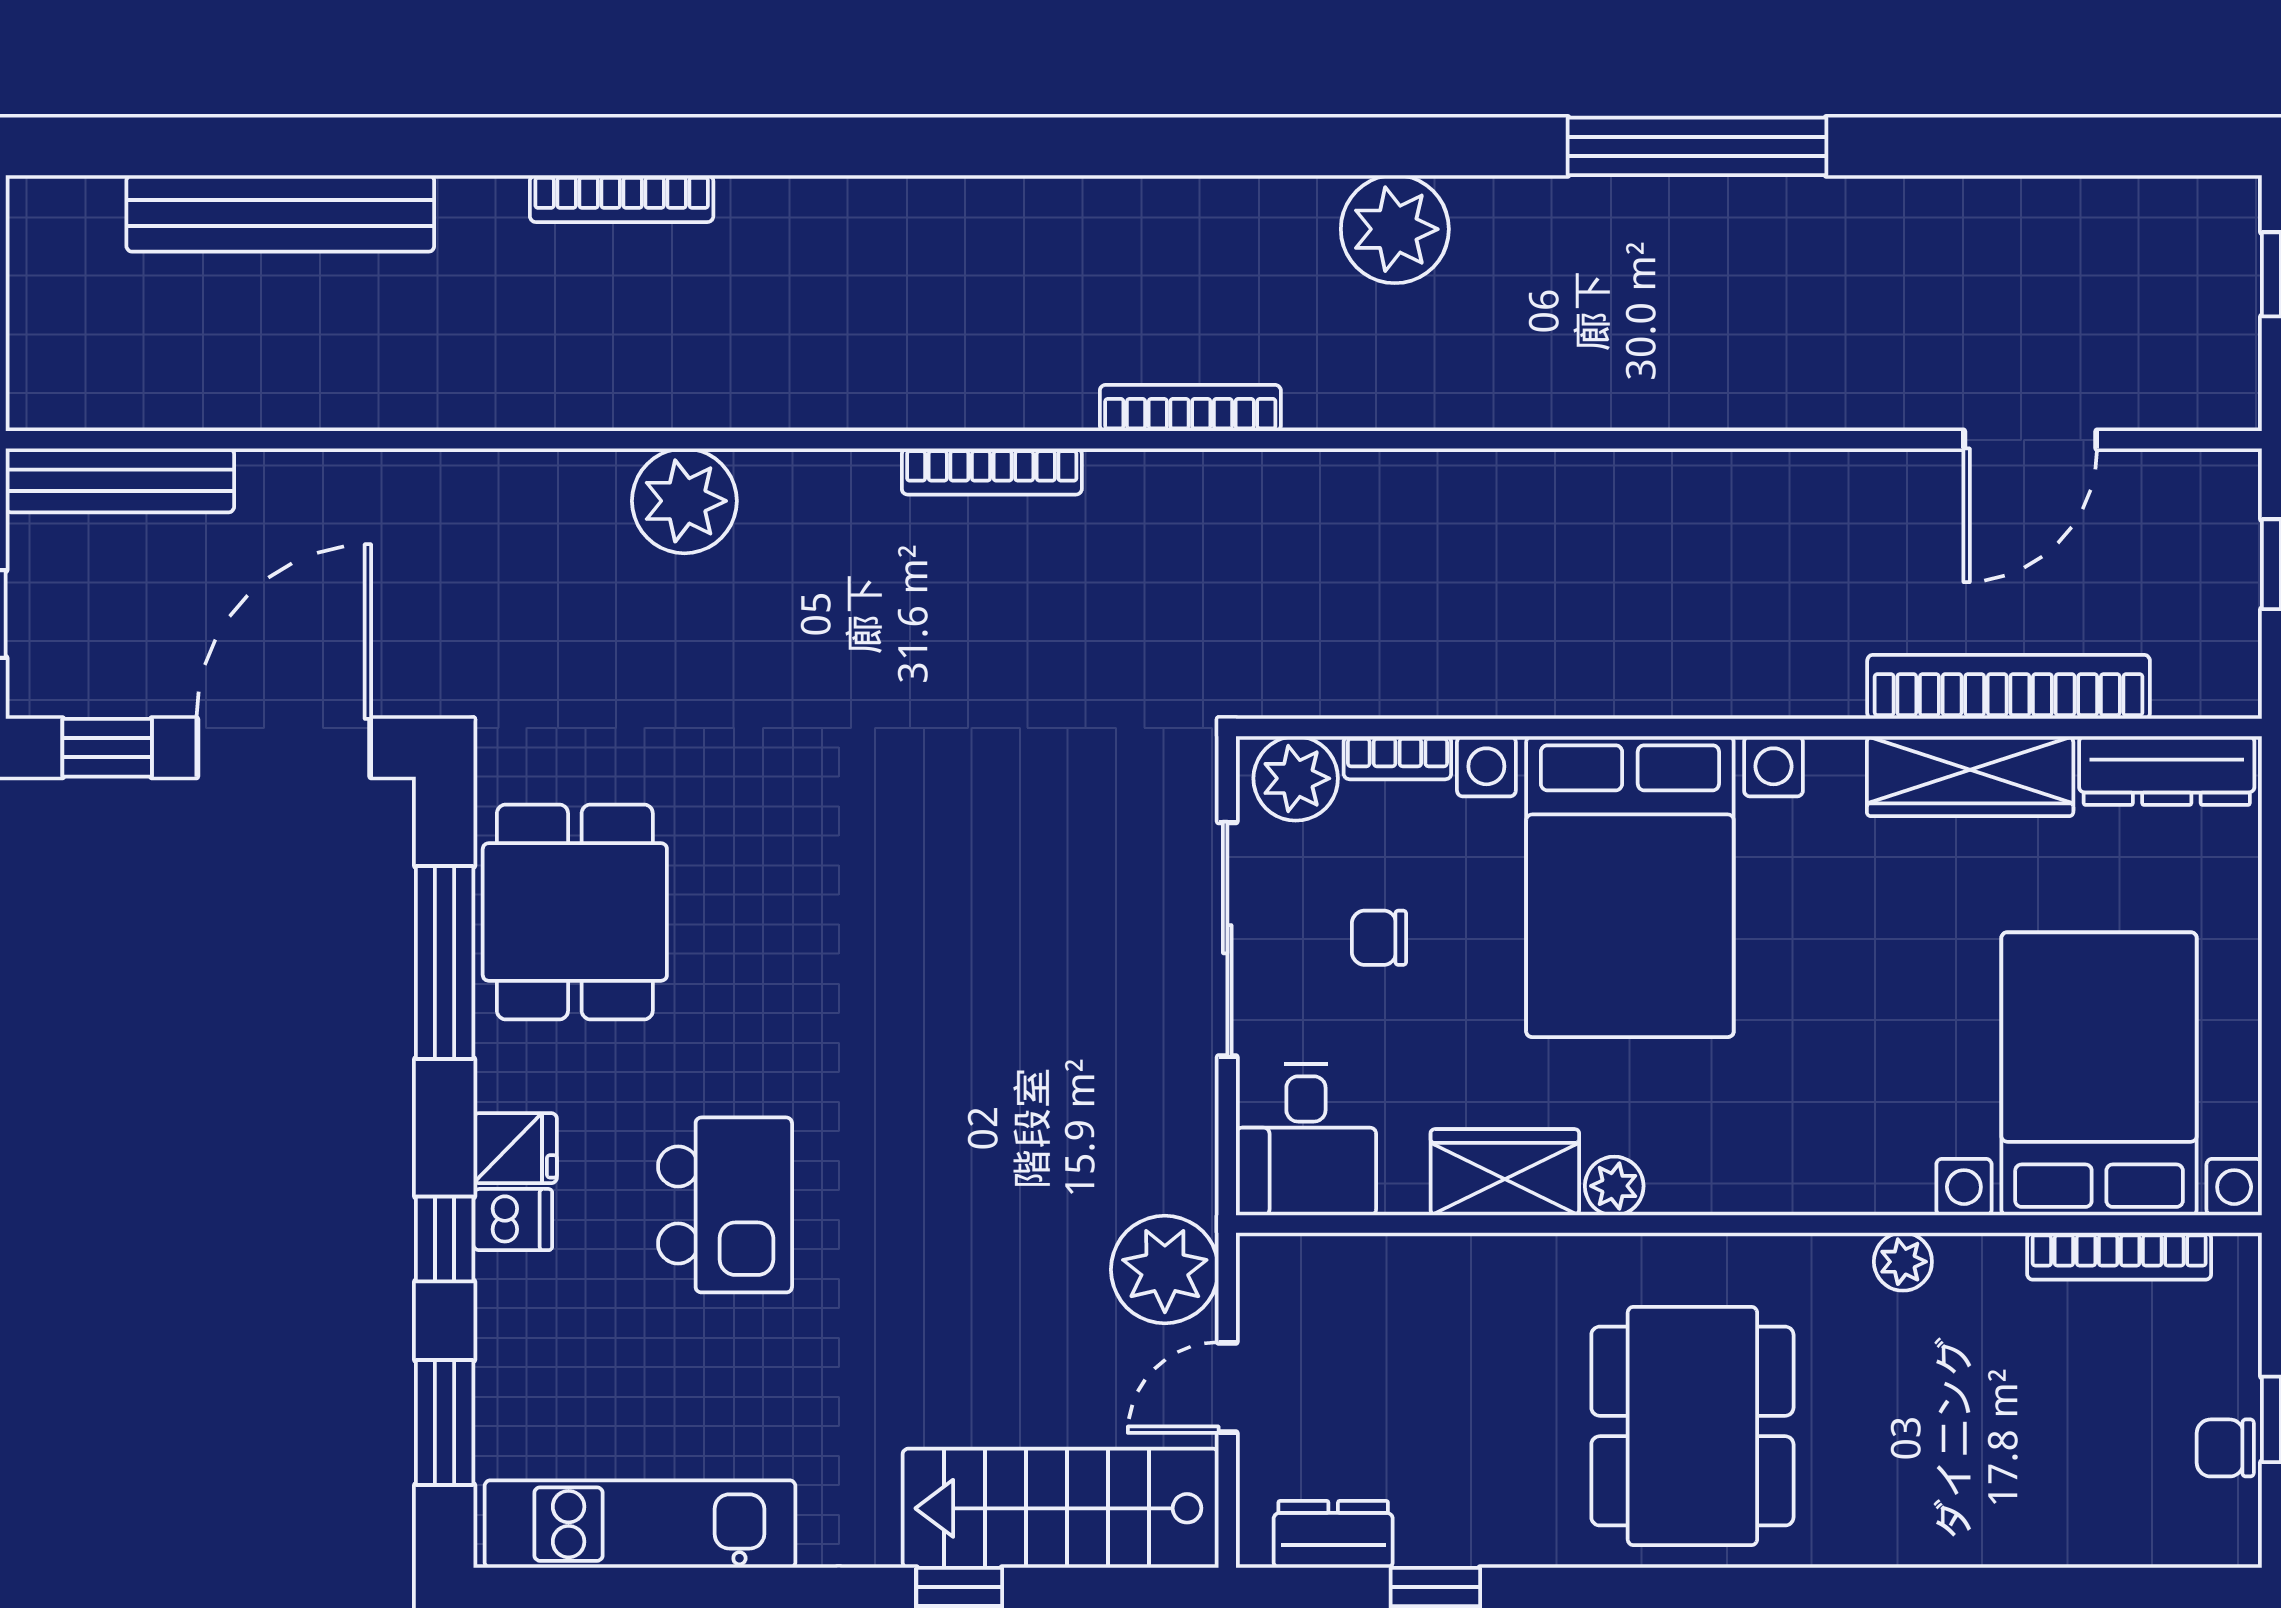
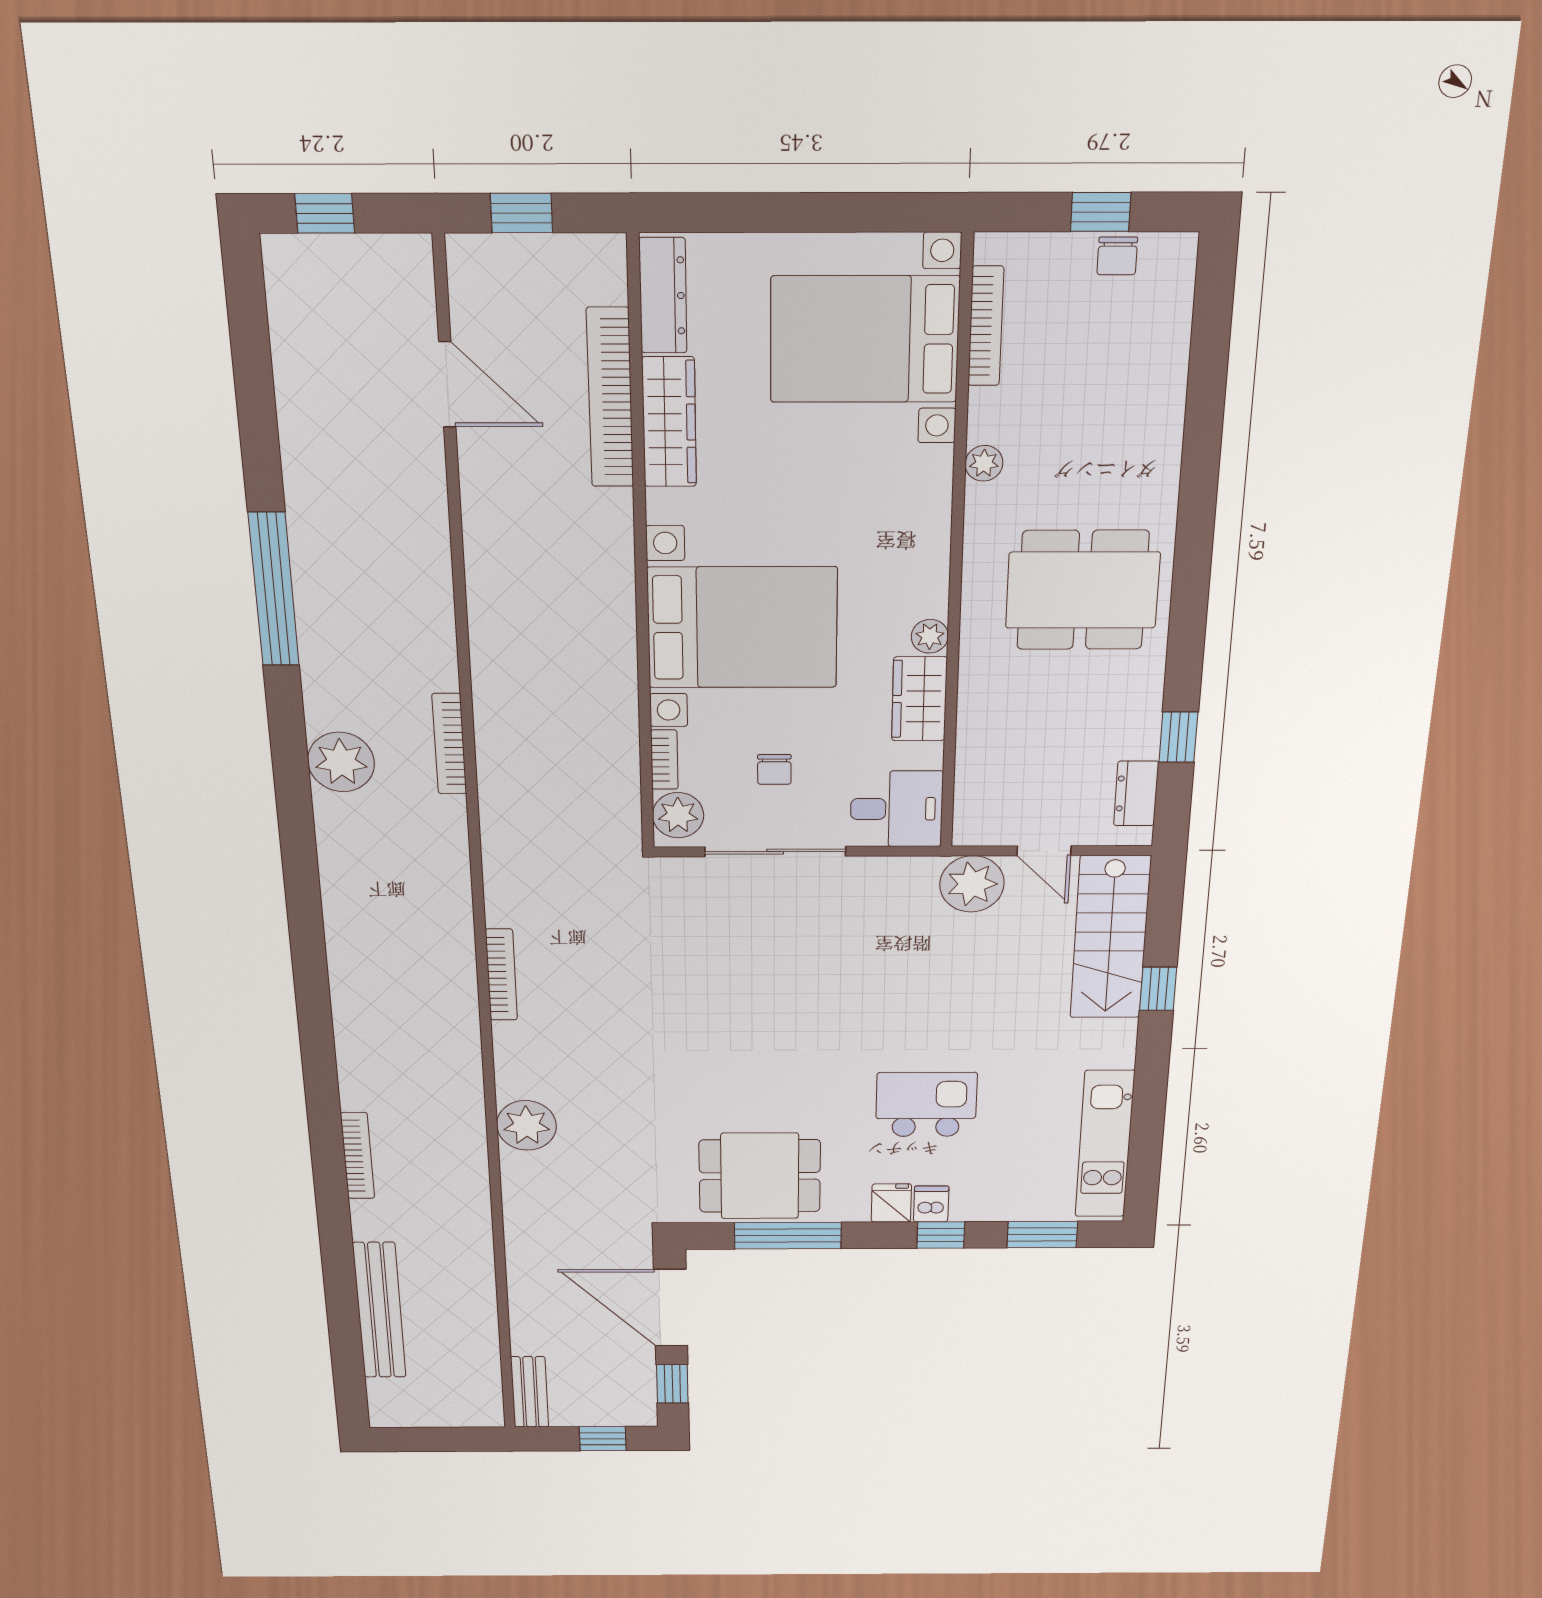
bookcase: (1190, 408) -> (449, 744), moved
bench: (120, 480) -> (530, 1392), width x0.73

